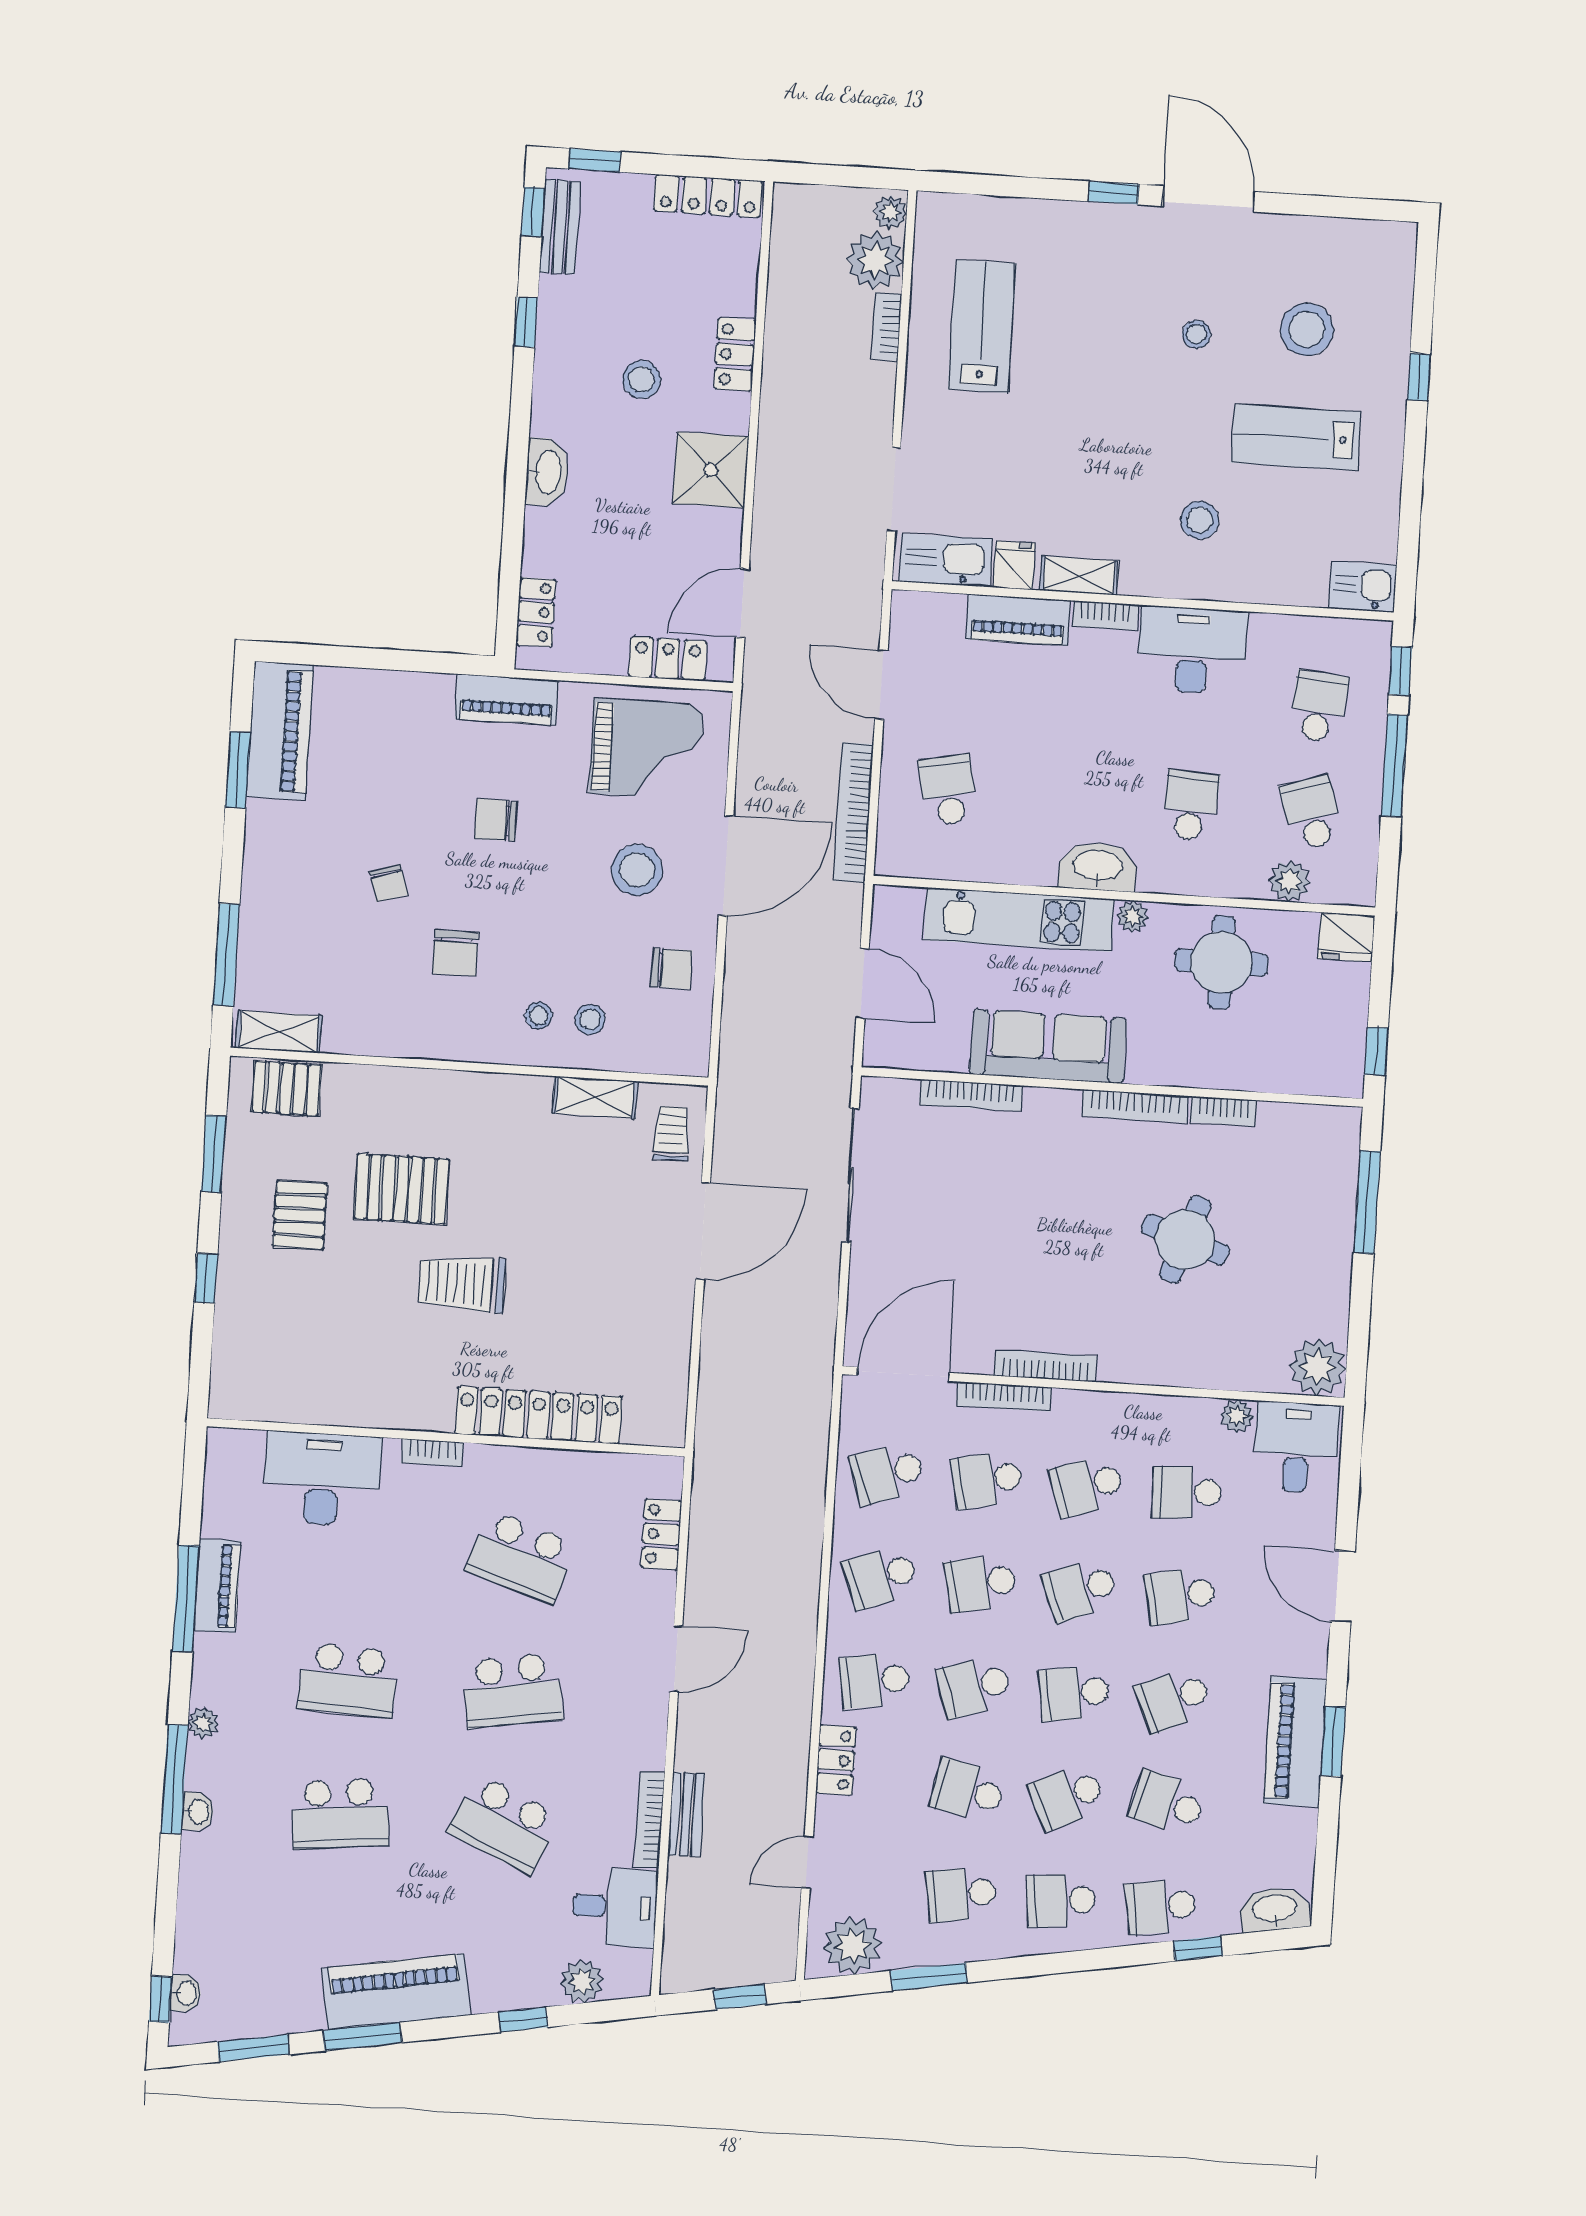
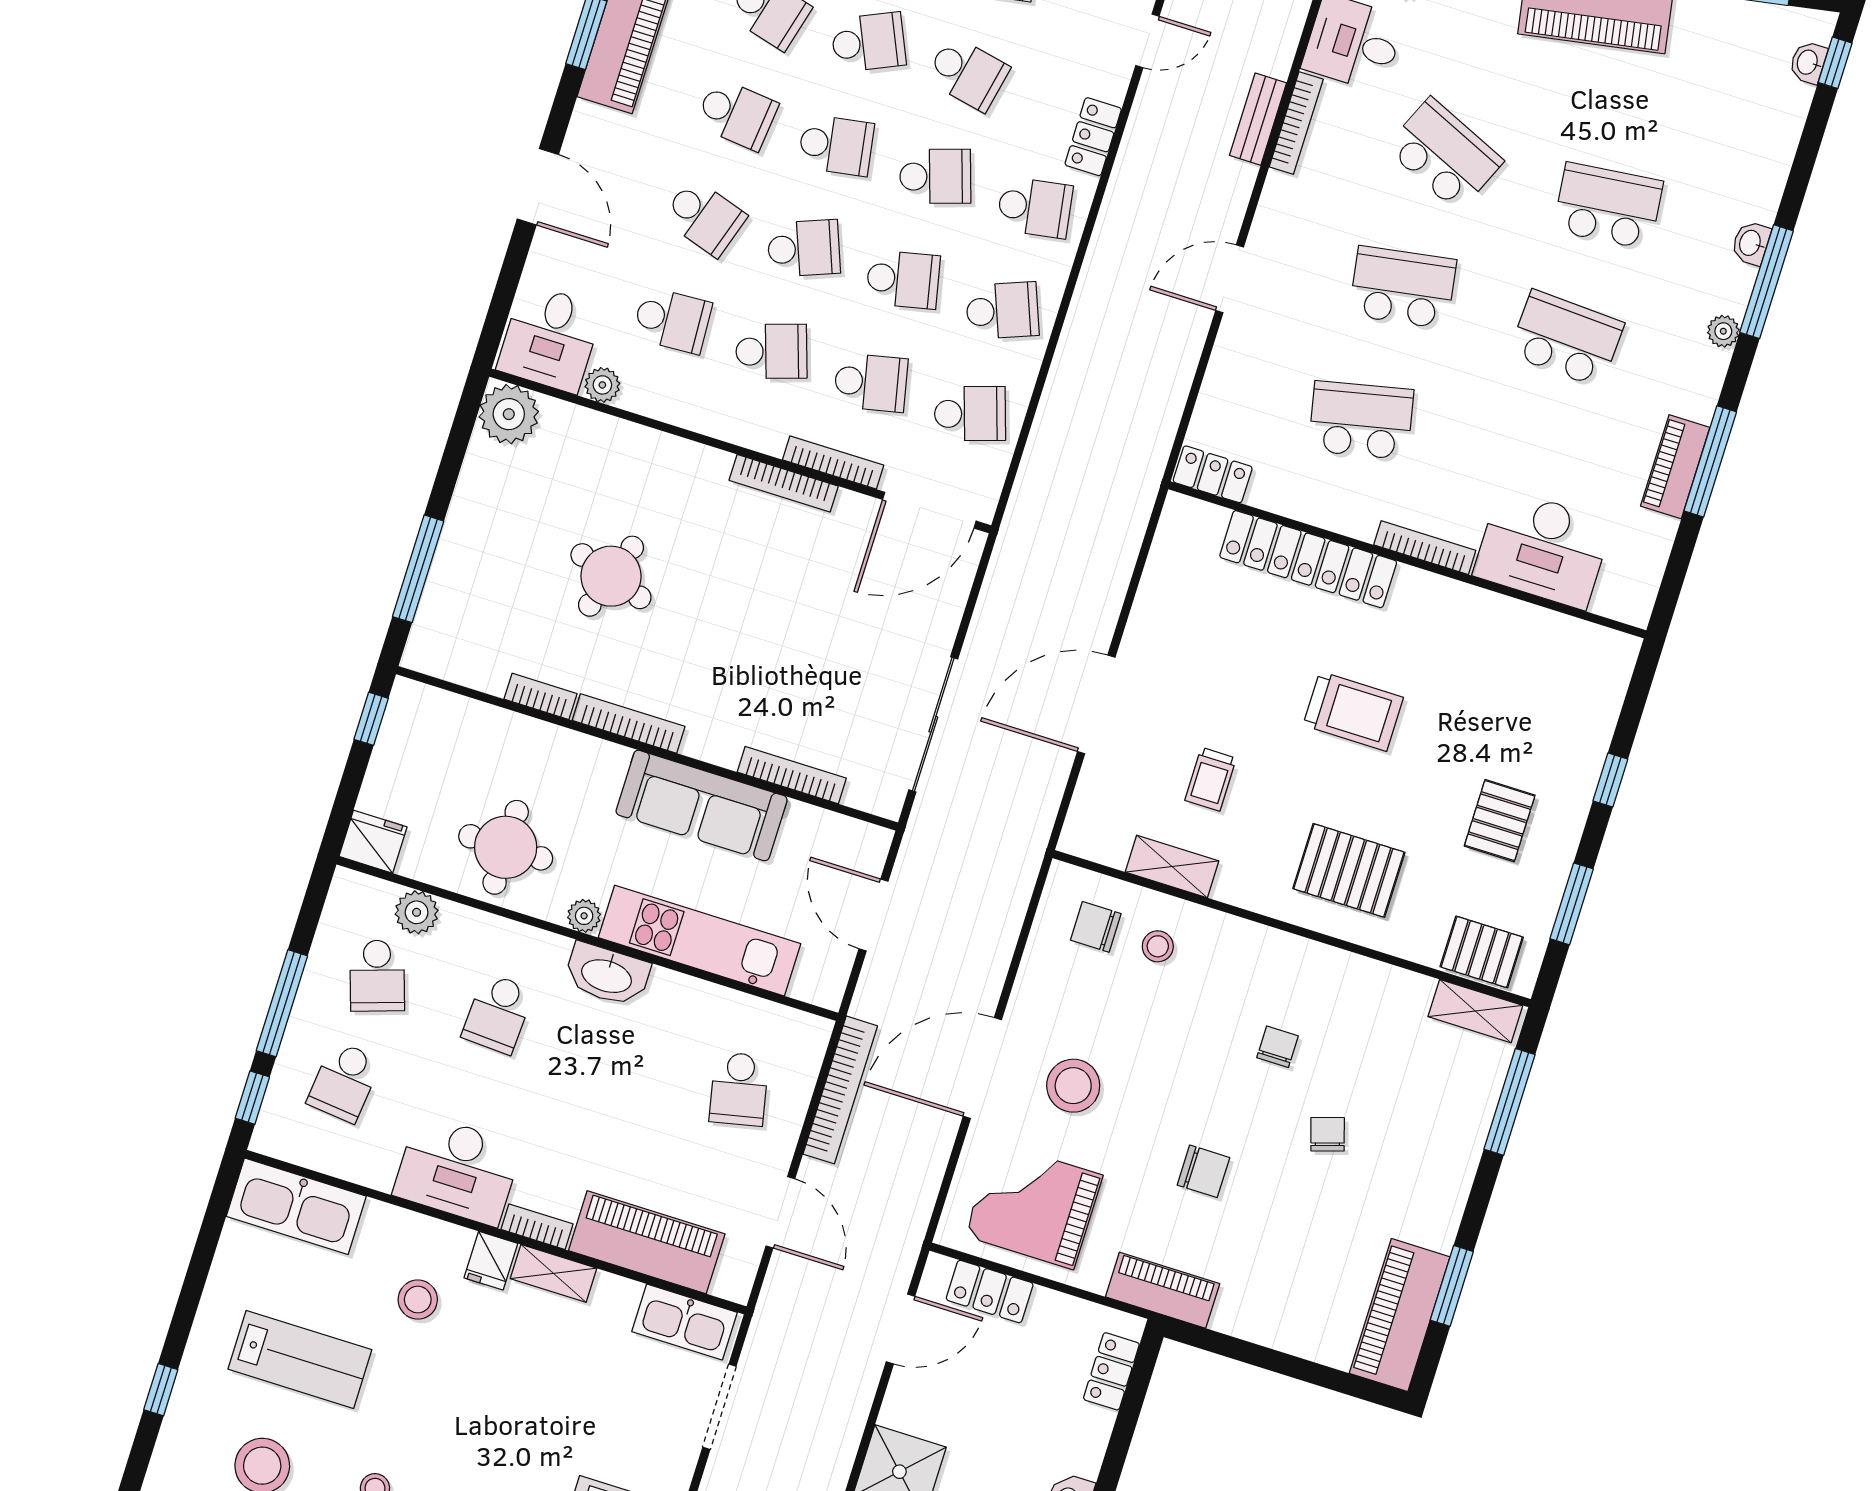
fridge: (1014, 565) -> (491, 1261), moved
kitchen sink: (1363, 587) -> (296, 1206), width x1.88, depth x1.24
piano: (1018, 620) -> (647, 1242), width x1.37, depth x1.33
chair: (455, 953) -> (1277, 1047), width x0.73, depth x0.73
chair: (672, 969) -> (1096, 927), moved
stool: (539, 1016) -> (1209, 963), removed
trolley: (672, 1134) -> (1211, 779), moved
pallet: (401, 1189) -> (1349, 870), moved
bookcase: (432, 1453) -> (1425, 548), width x1.56
locker: (661, 1534) -> (1213, 474), moved, turned -90
school desk: (521, 1557) -> (1361, 420), turned -30
school desk: (1180, 1596) -> (704, 217), turned 30
school desk: (1174, 1699) -> (737, 114), turned 30

